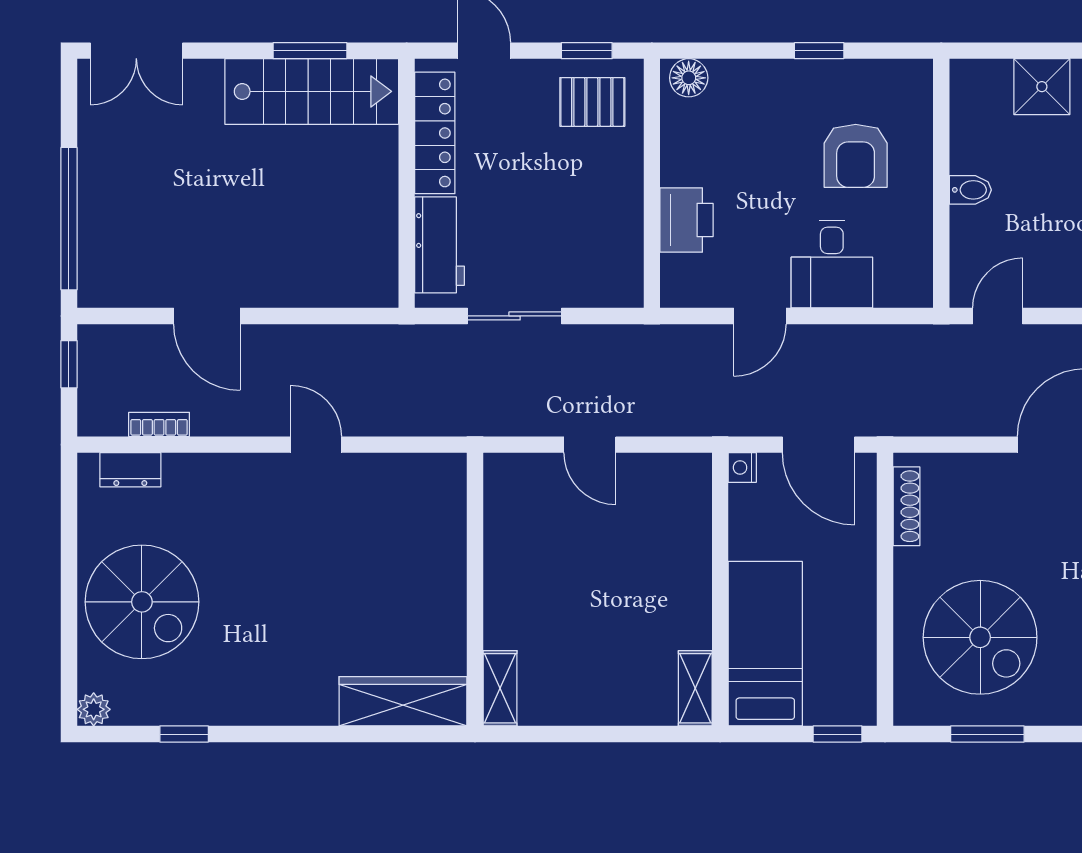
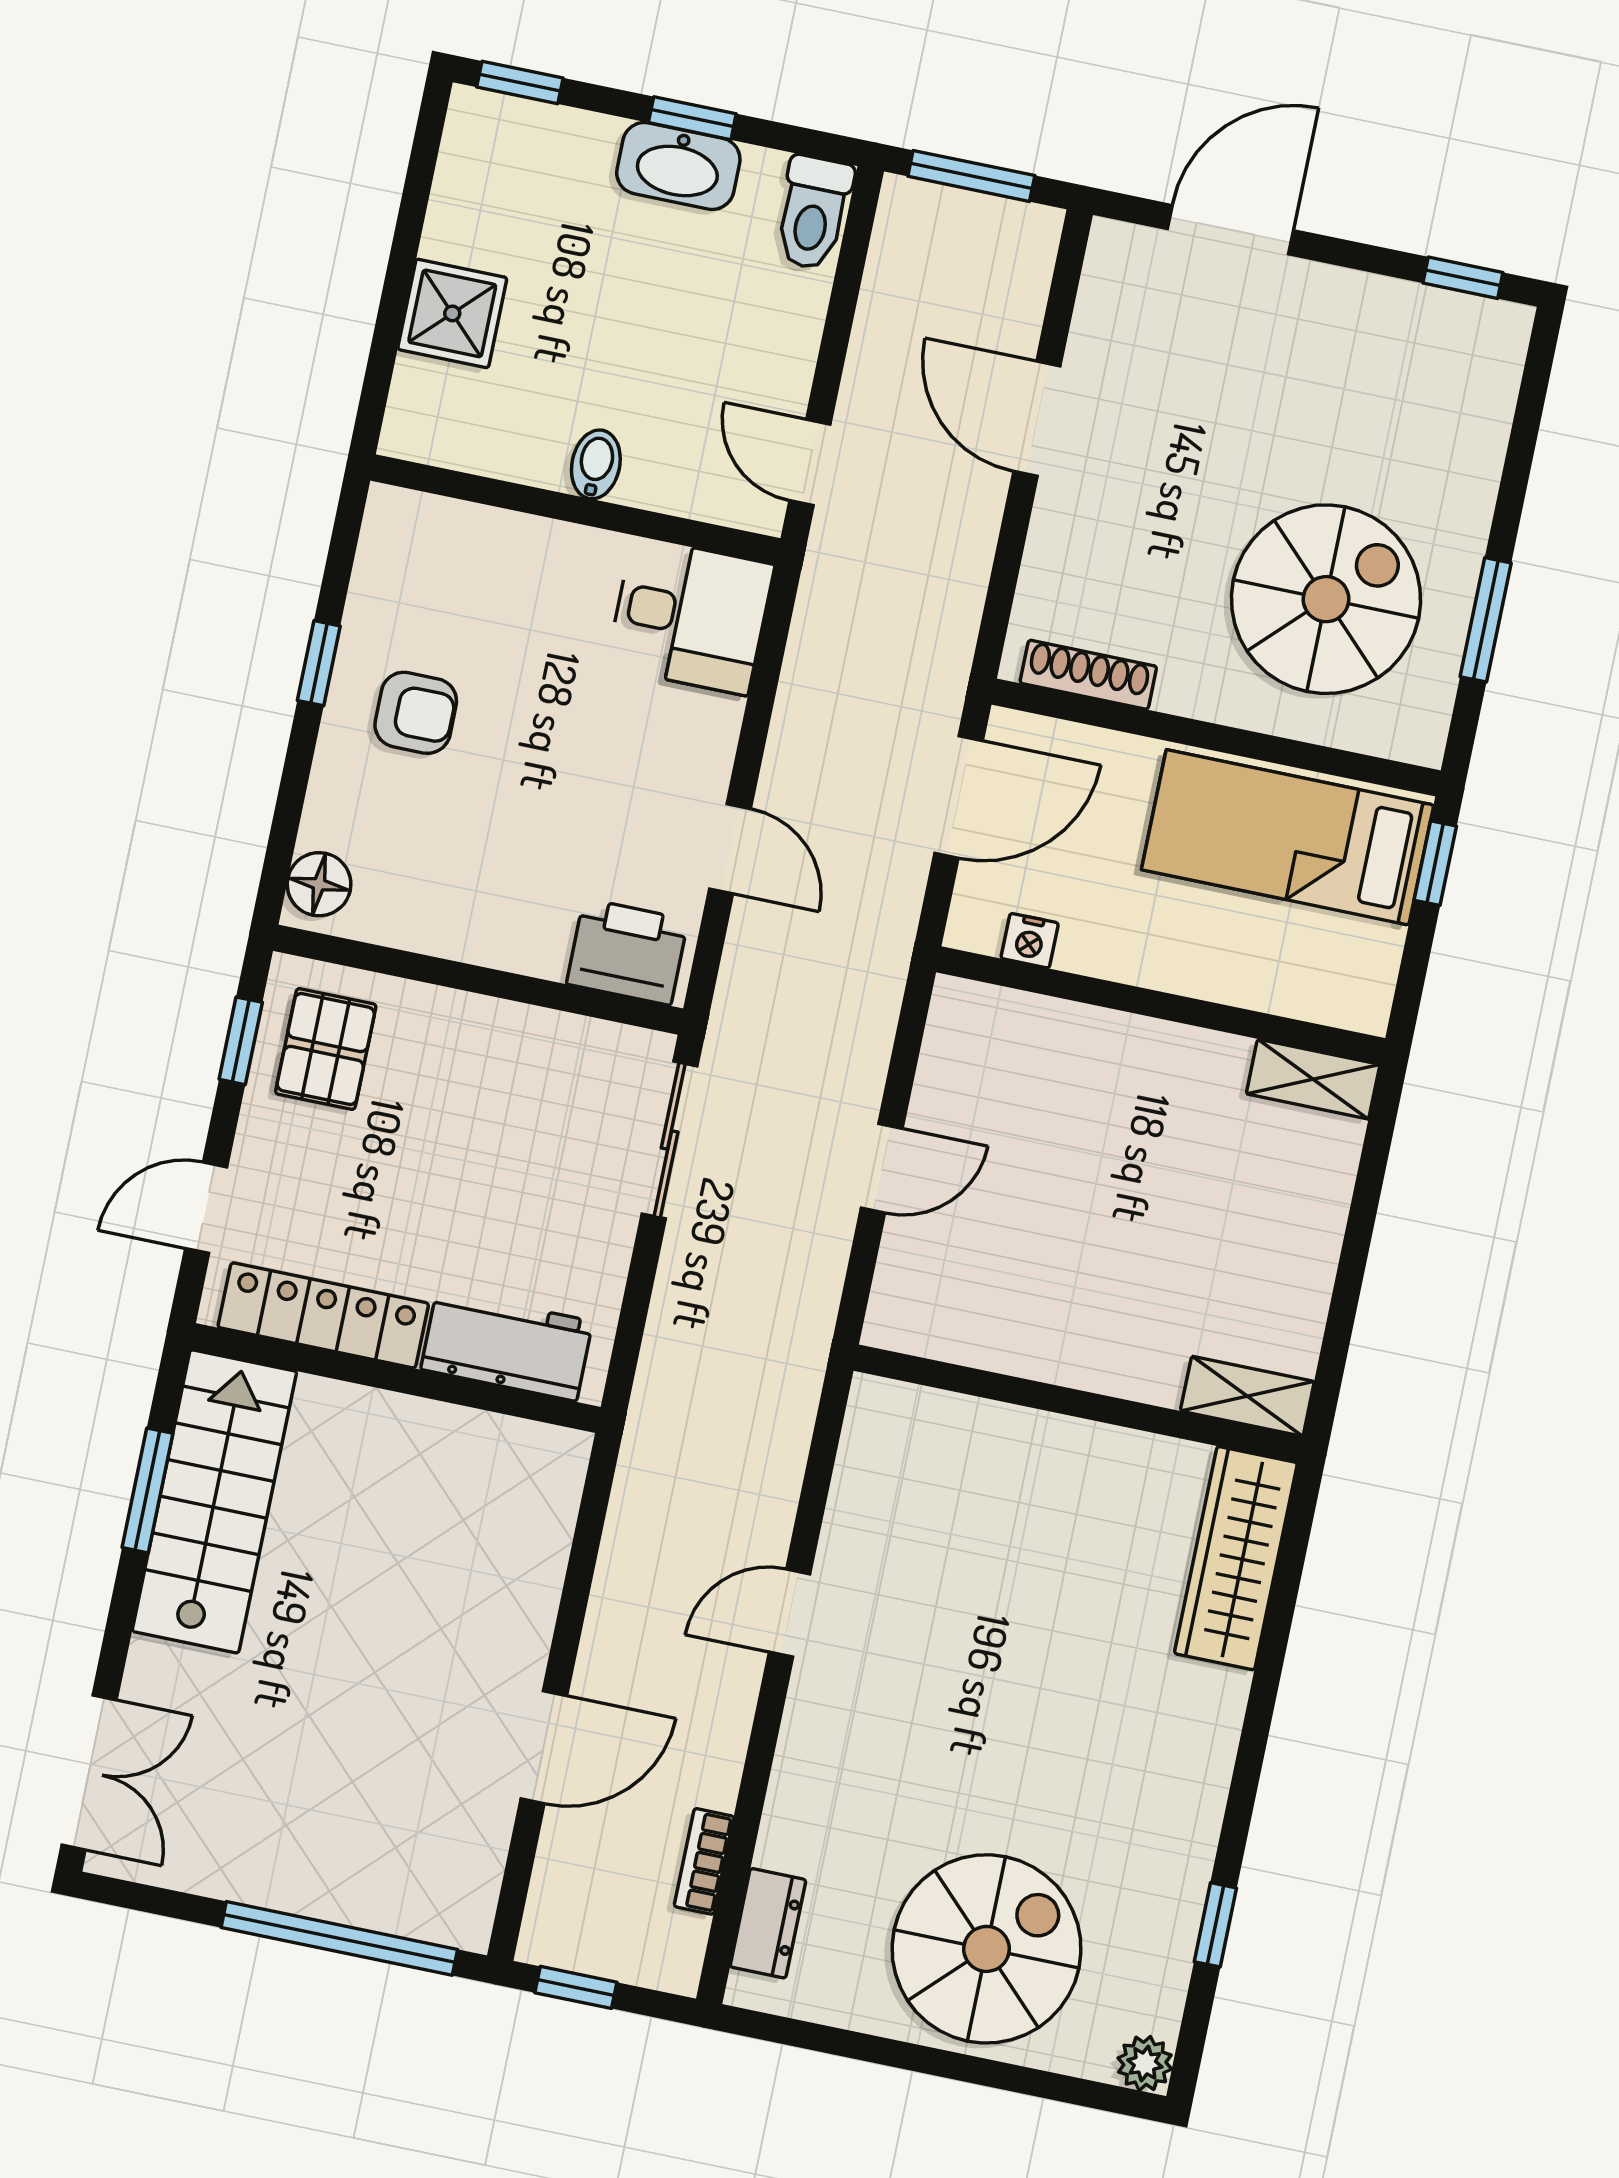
armchair: (856, 156) -> (416, 713), moved, width x0.72, depth x0.72
printer: (686, 220) -> (627, 952), moved
desk: (832, 264) -> (690, 616), moved
sliding door: (515, 316) -> (670, 1140), moved
nightstand: (742, 467) -> (1030, 941), moved
bed: (765, 644) -> (1288, 837), moved

